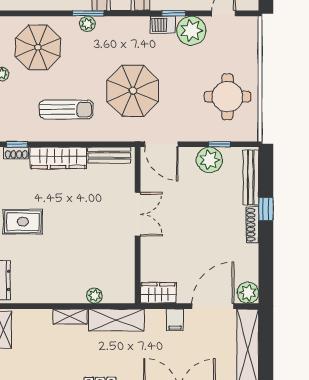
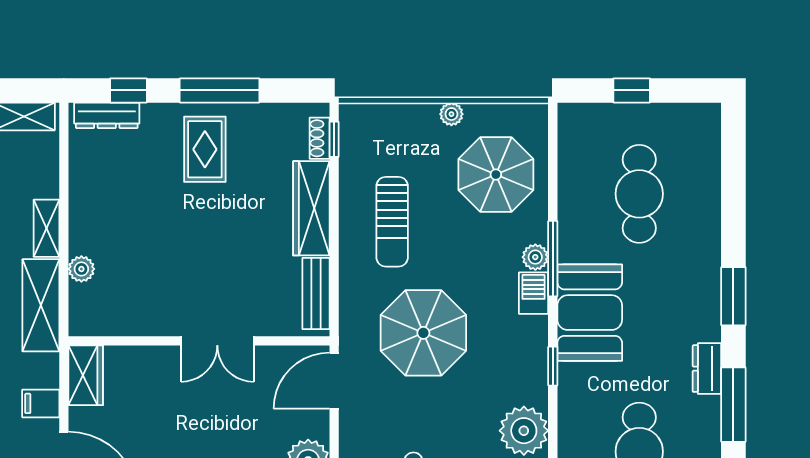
window: (88, 13) -> (553, 259), width x1.44
window: (174, 13) -> (553, 366), moved
barbecue: (163, 25) -> (533, 293), moved

